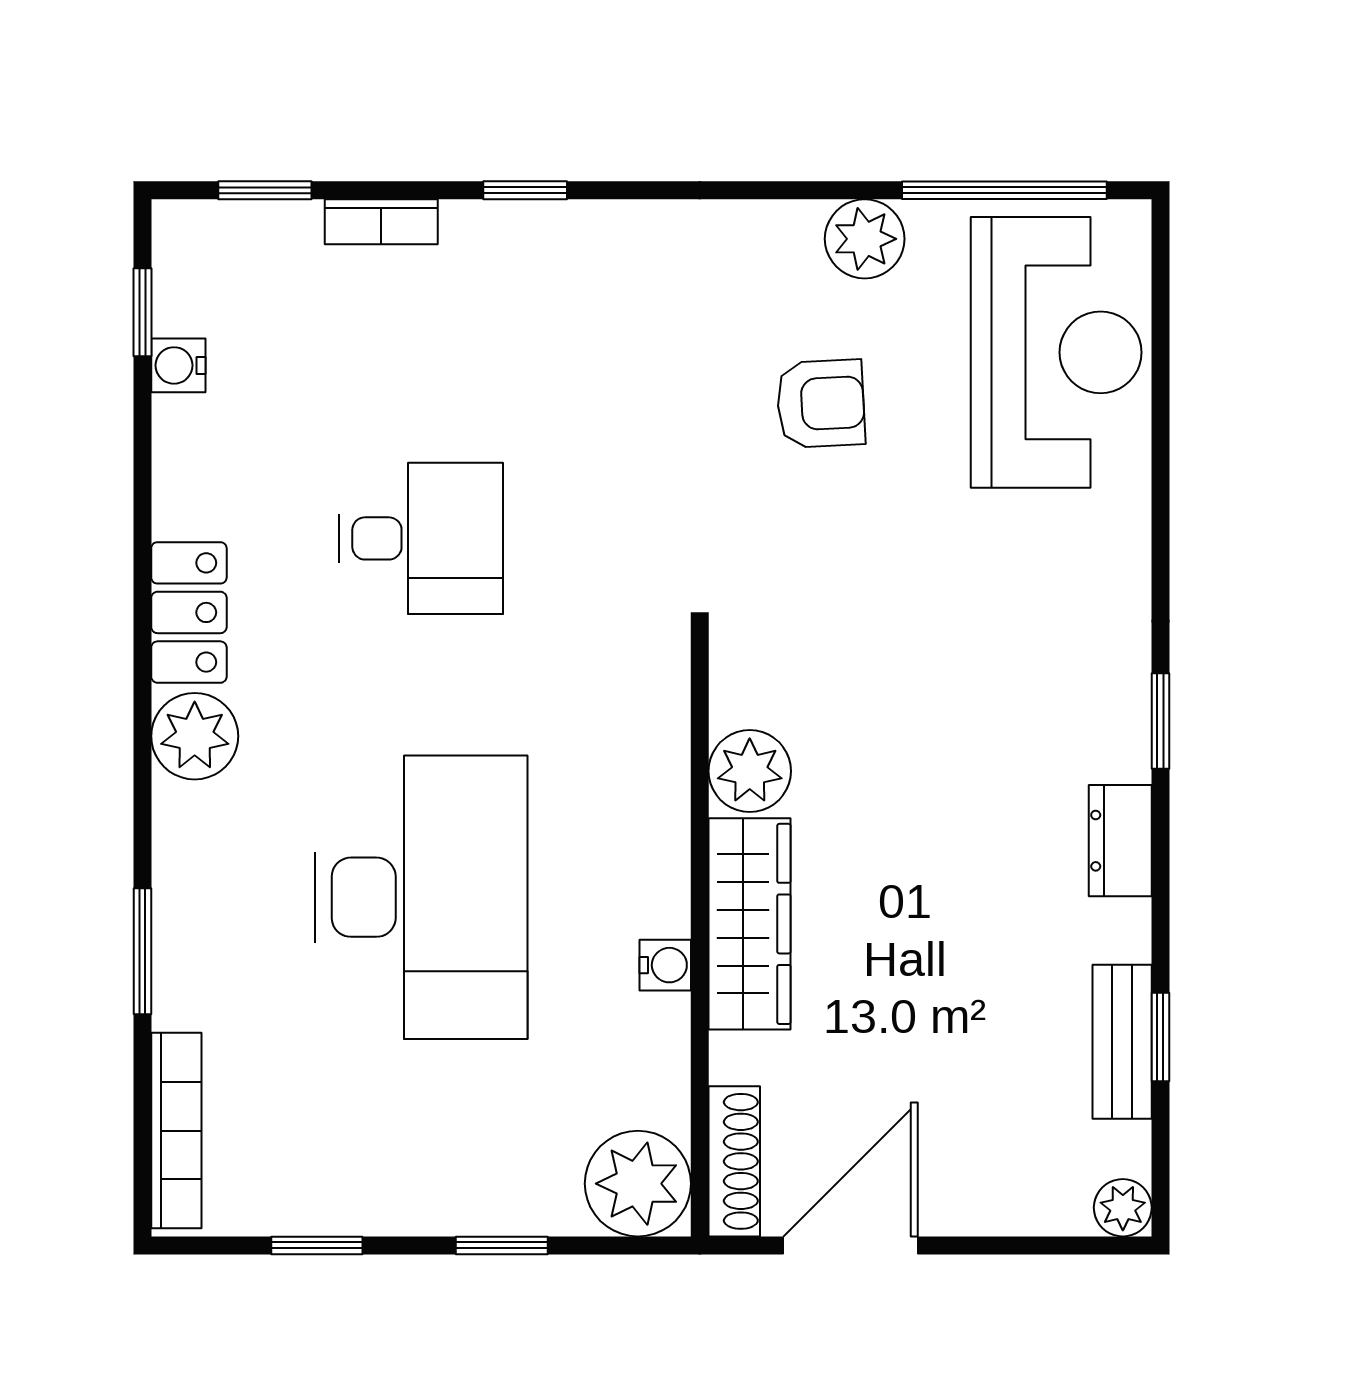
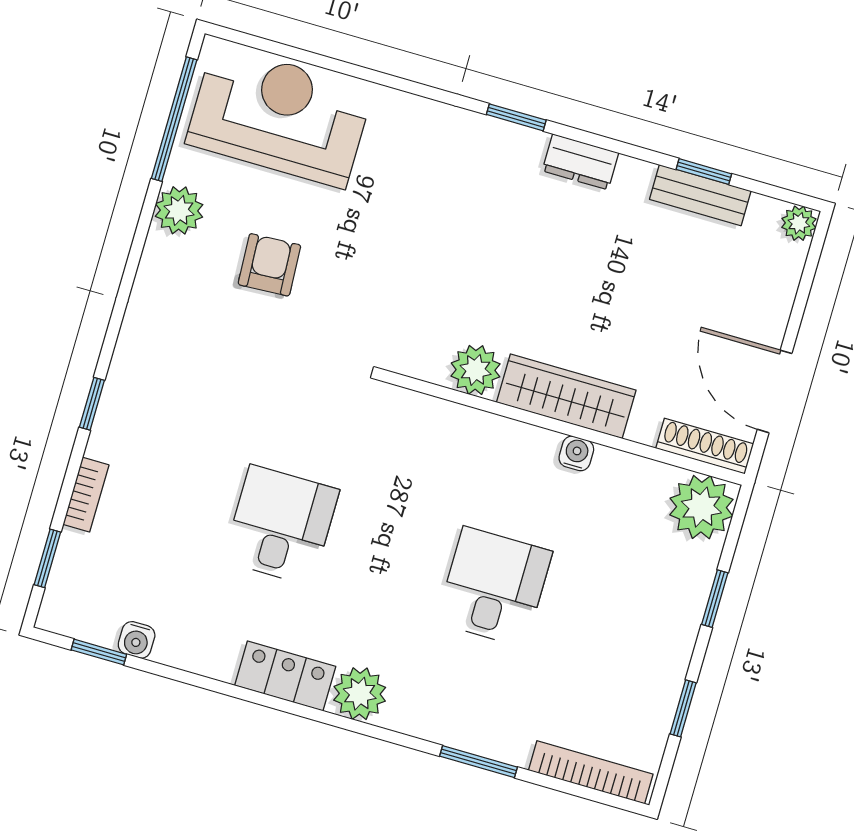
desk: (421, 897) -> (494, 587), width x0.53, depth x0.77

